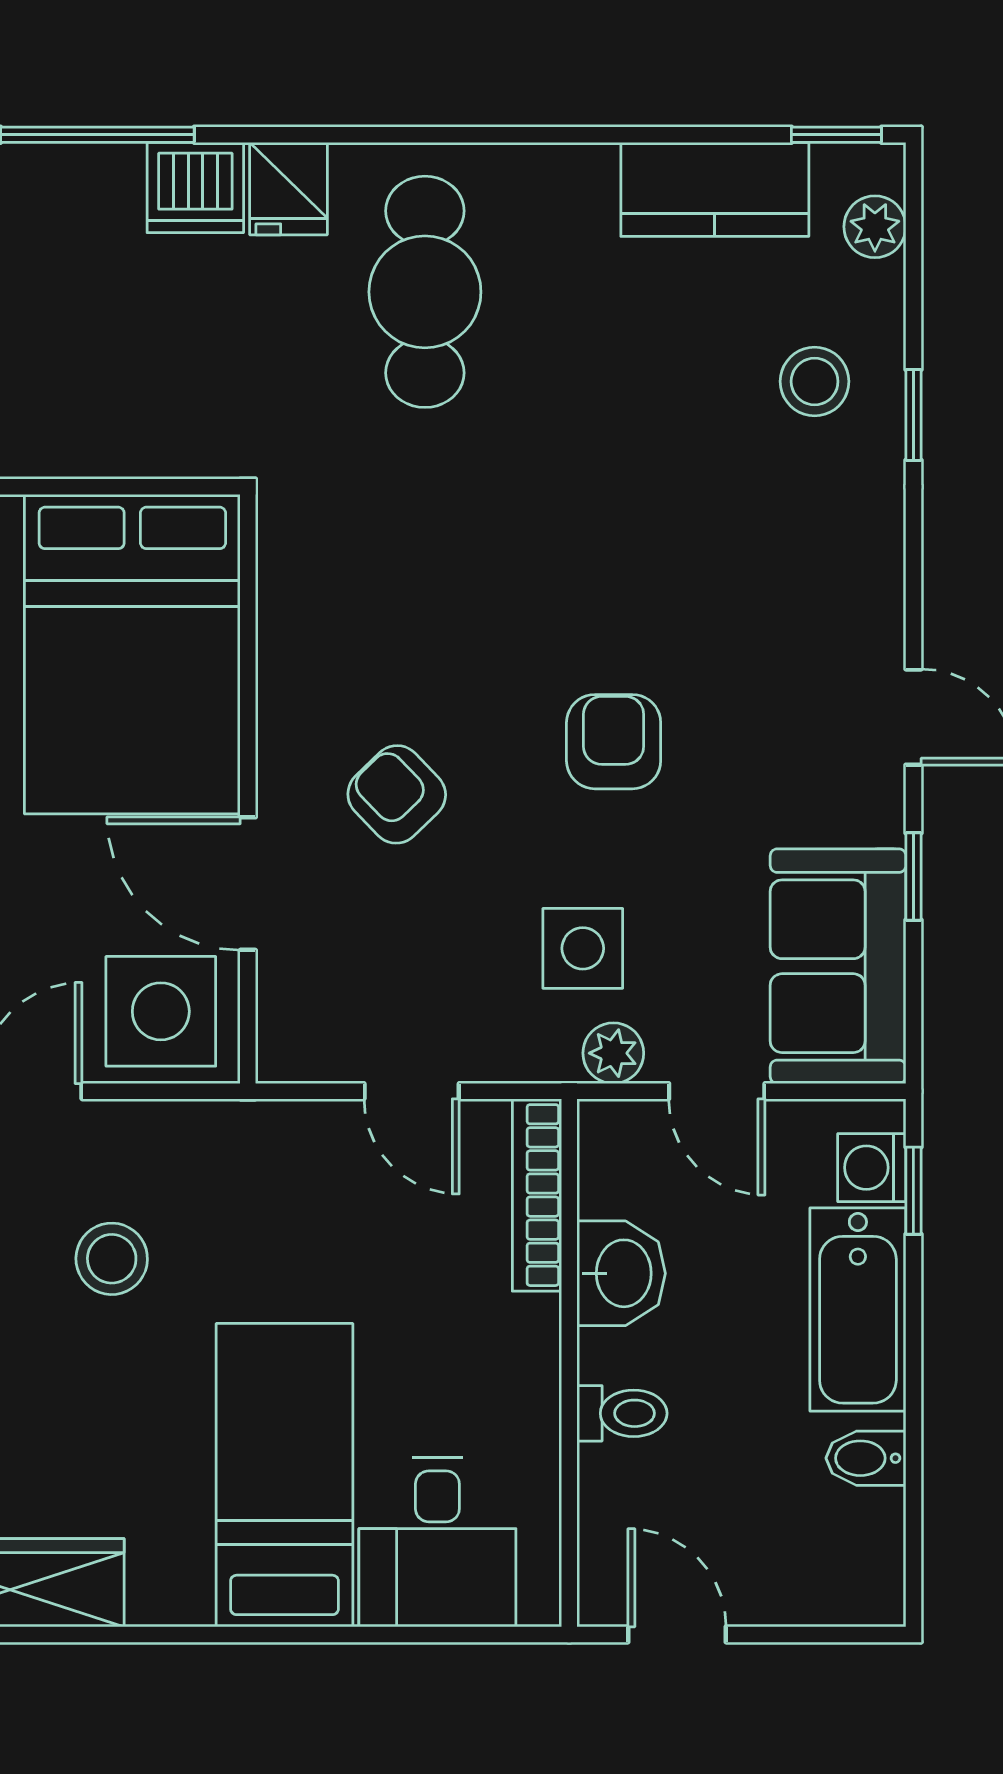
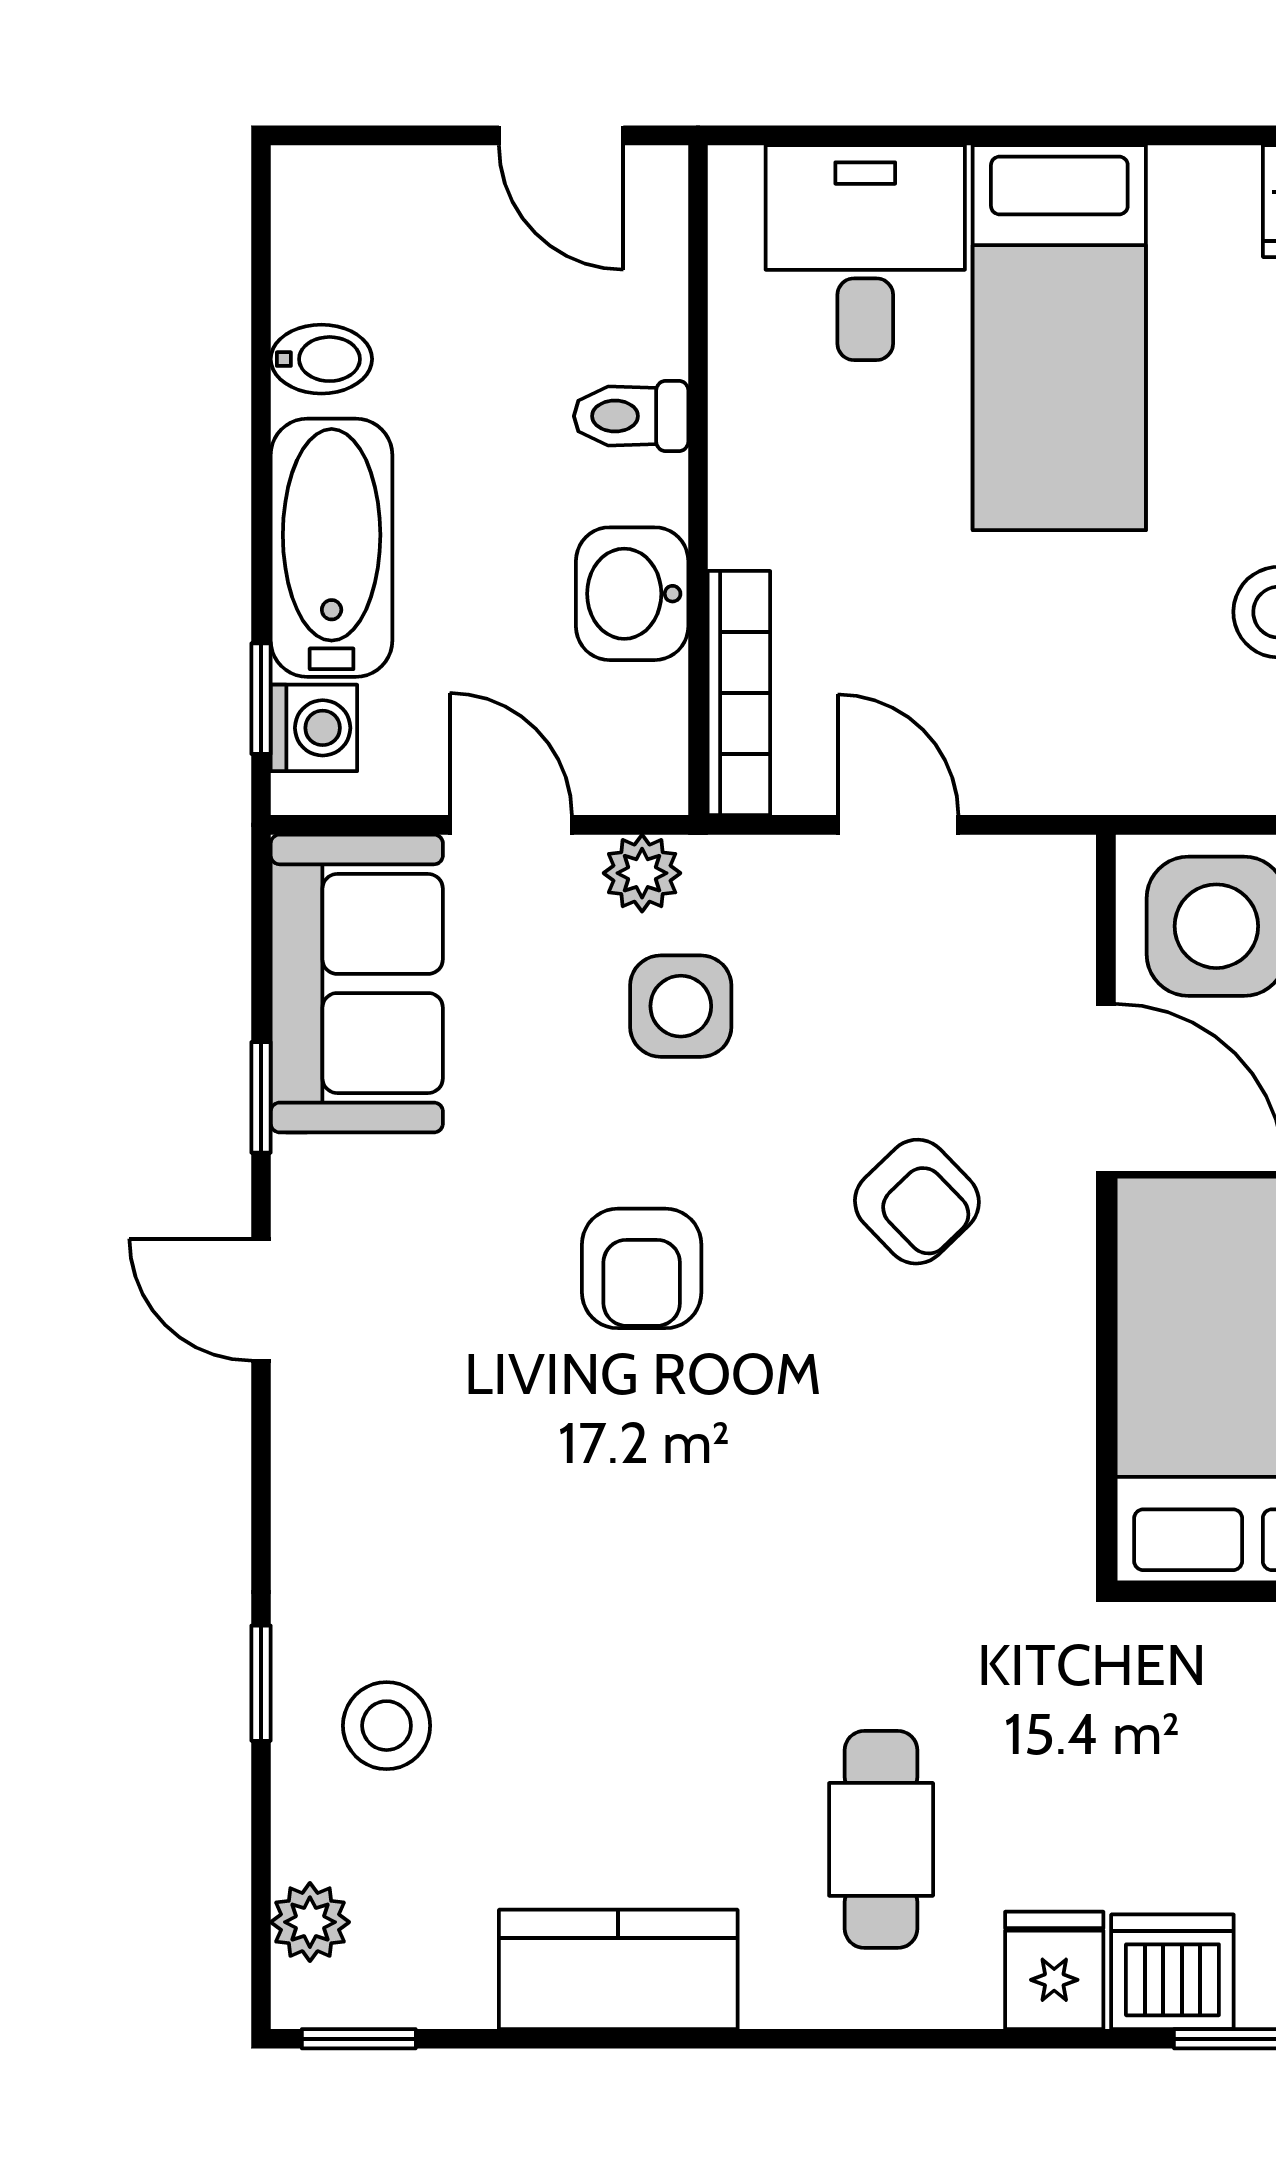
kitchen counter: (715, 189) -> (618, 1969), moved
cafe table: (425, 292) -> (881, 1839), width x0.73, depth x0.74

